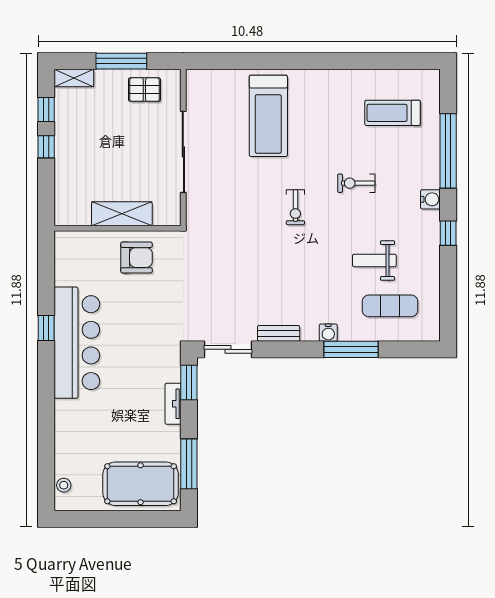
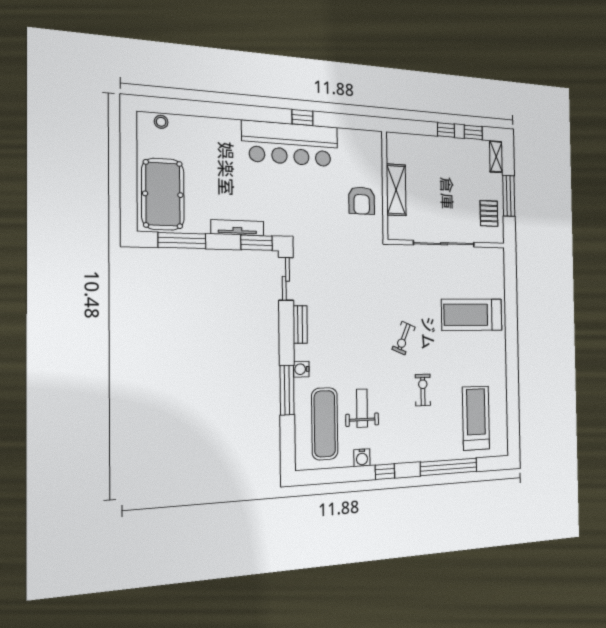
treadmill: (393, 113) -> (476, 418), width x1.37, depth x1.38
water cooler: (430, 199) -> (362, 458), moved
exercise bike: (295, 207) -> (403, 338), turned -67
exercise mat: (390, 306) -> (325, 424), width x1.36, depth x1.45
tv unit: (173, 404) -> (237, 228), width x1.41

